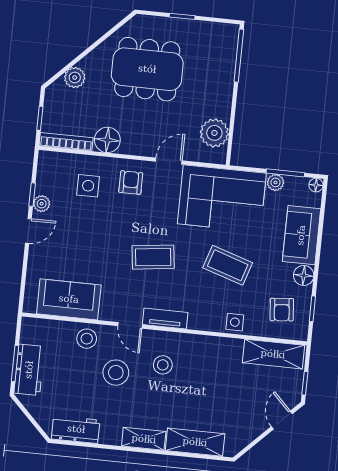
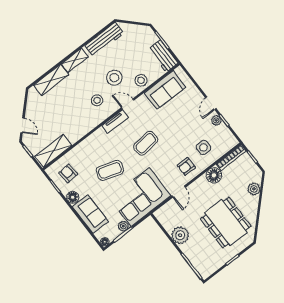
dining table: (147, 69) -> (226, 223), turned 90
plant: (214, 133) -> (180, 235), moved
armchair: (131, 183) -> (186, 166), turned 90
side table: (235, 322) -> (83, 149), removed
workbench: (29, 370) -> (163, 56), moved
workbench: (76, 429) -> (104, 39), width x1.38

